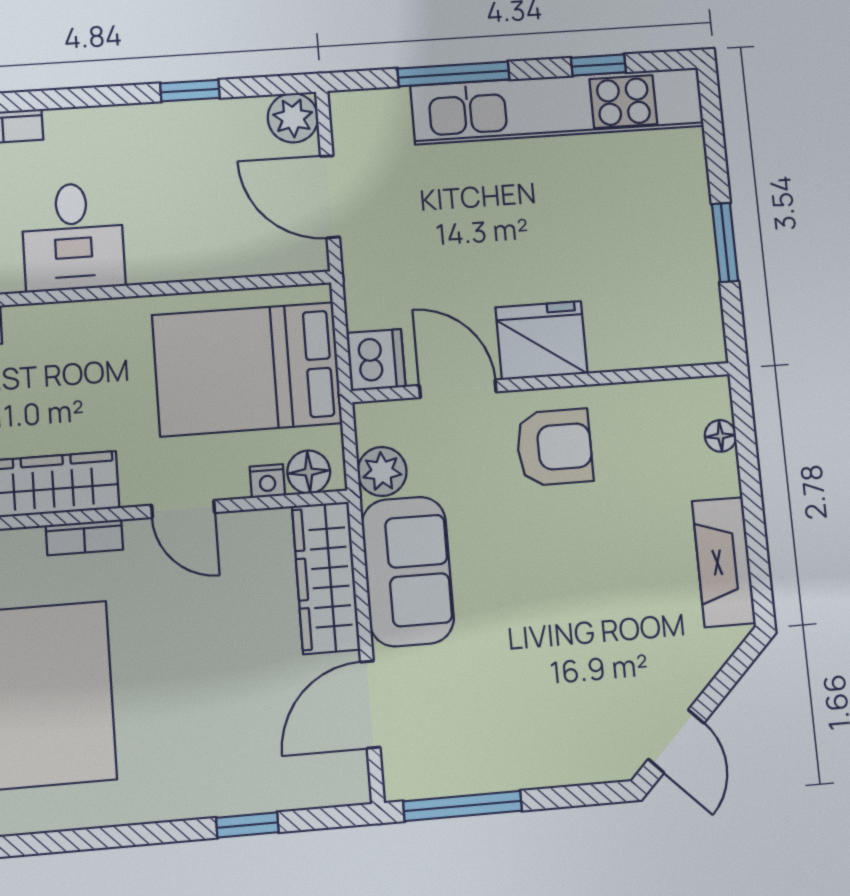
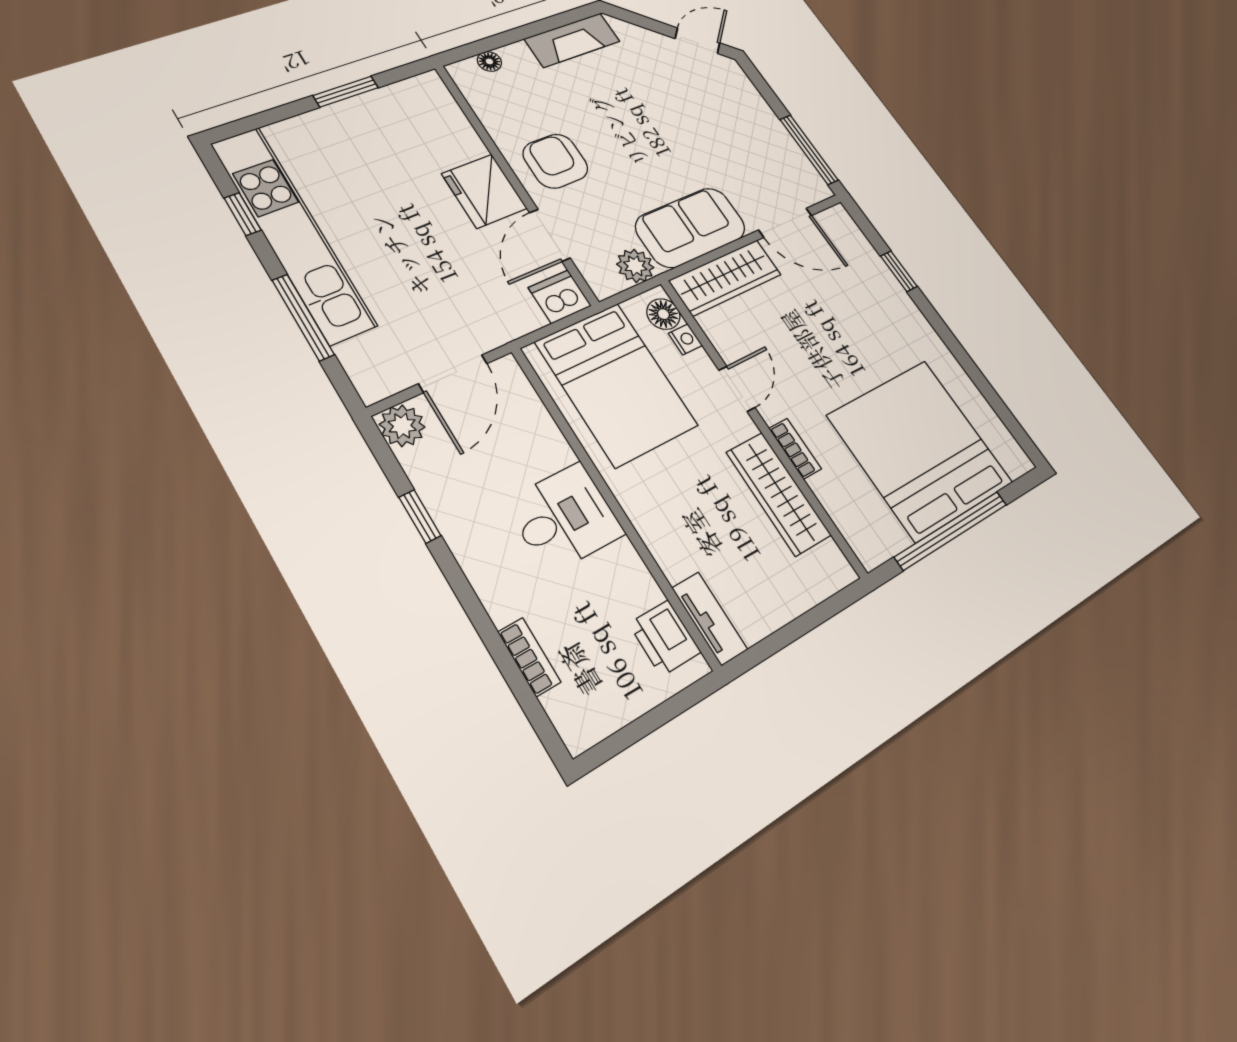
desk: (73, 237) -> (564, 518), moved

